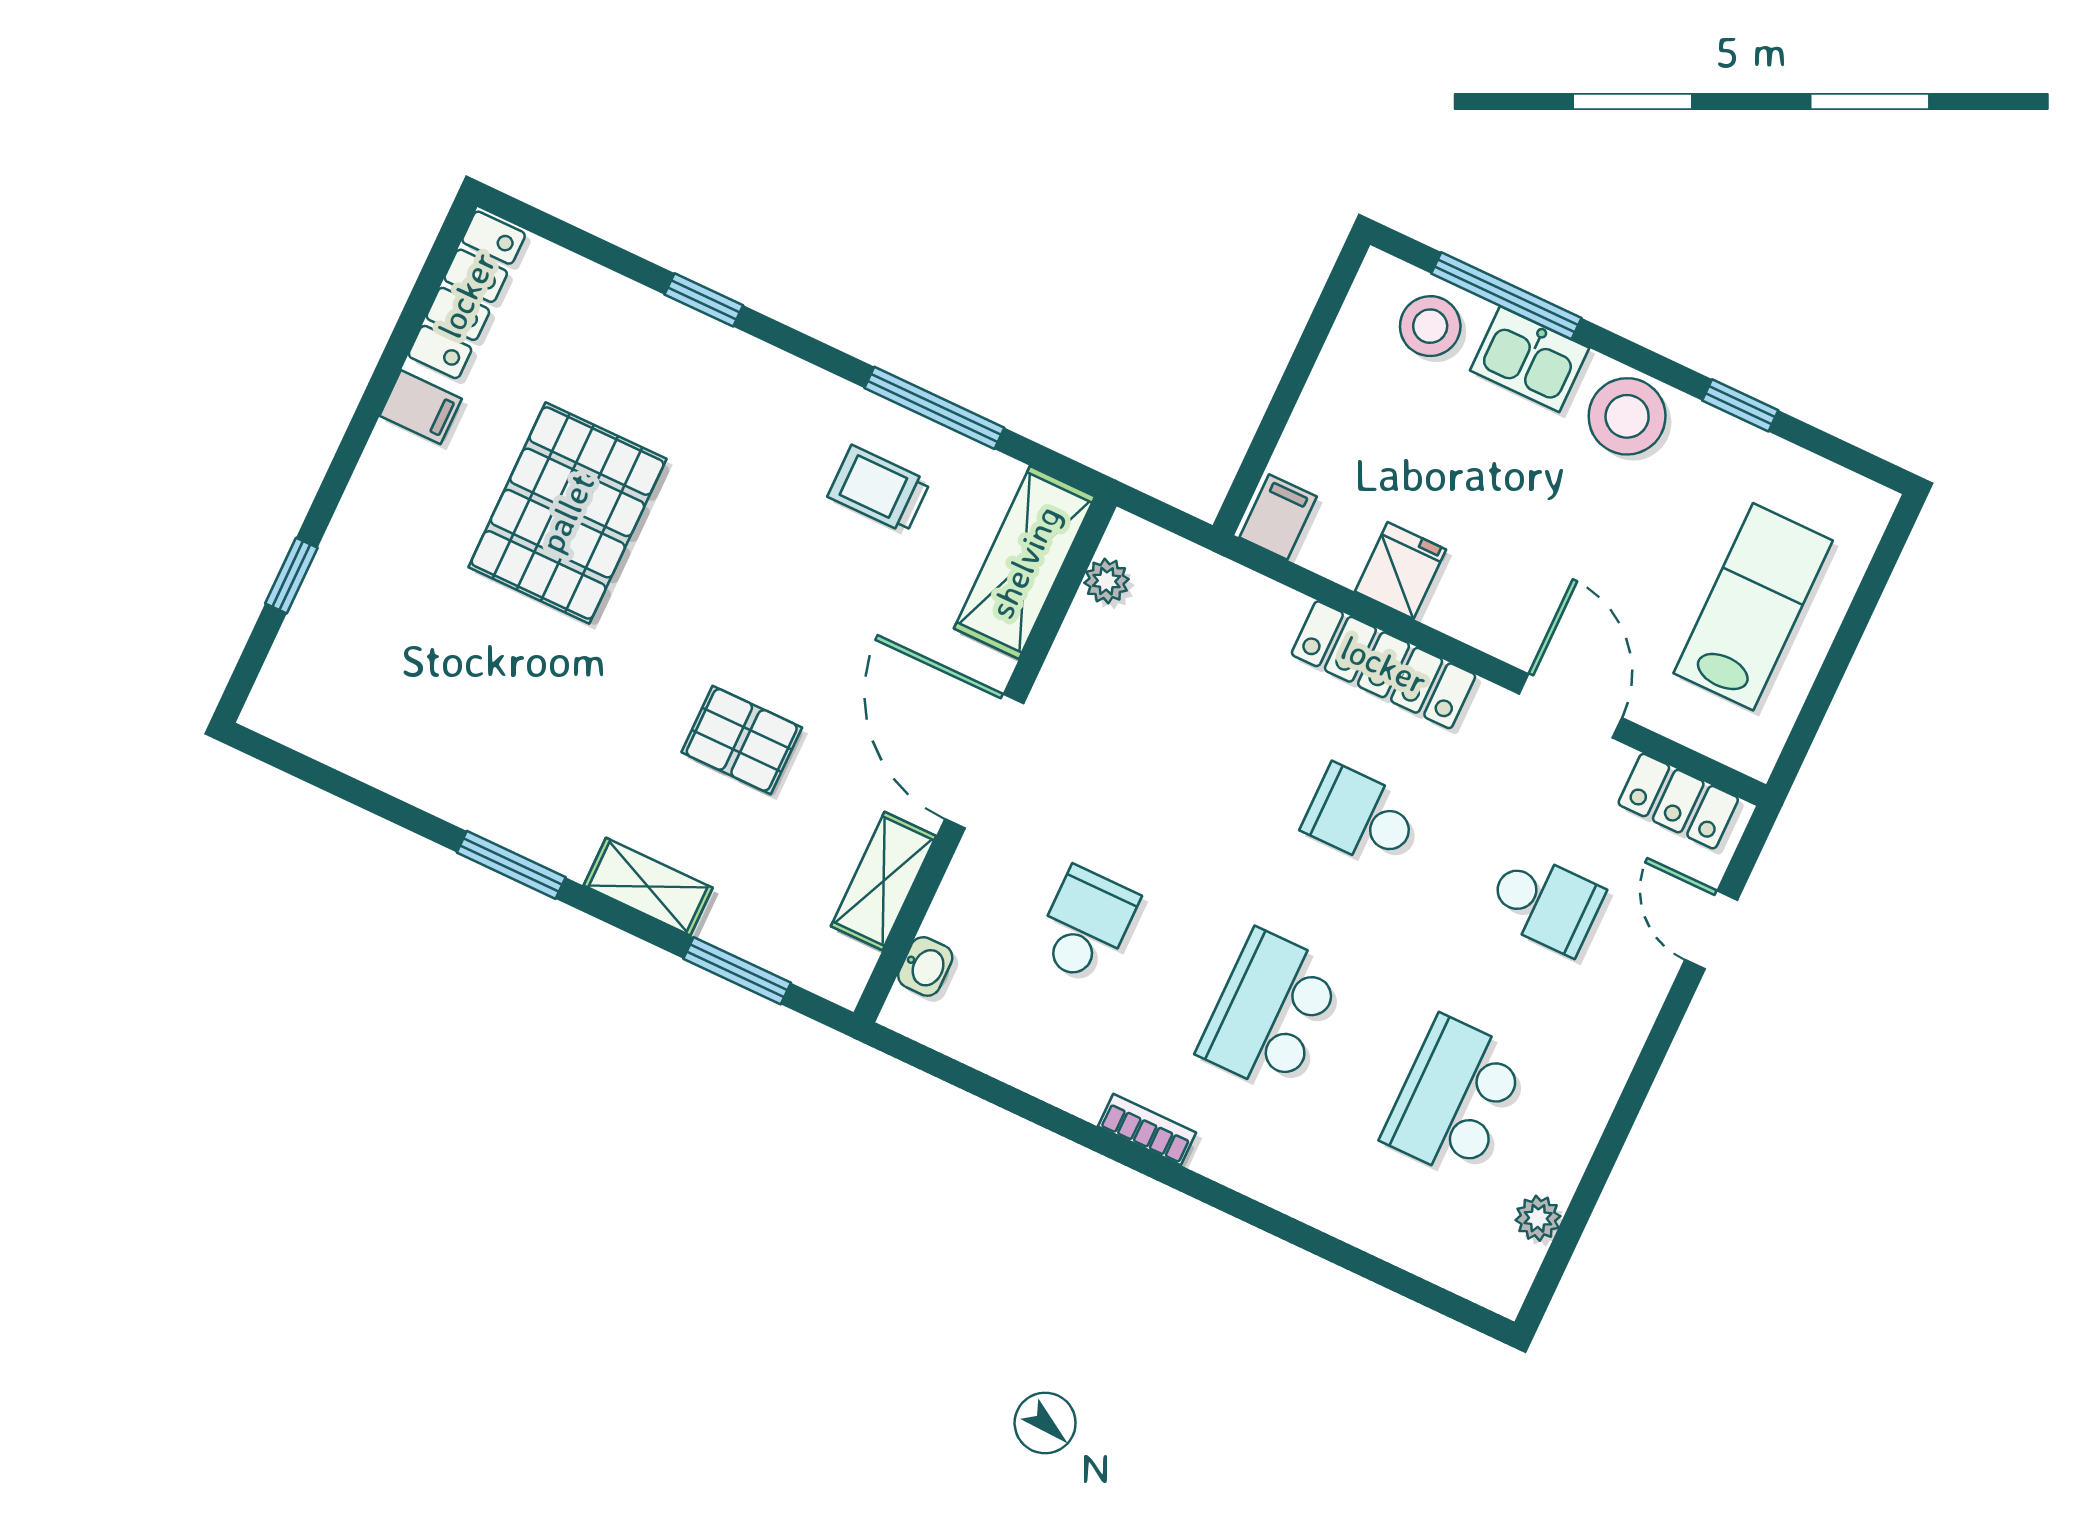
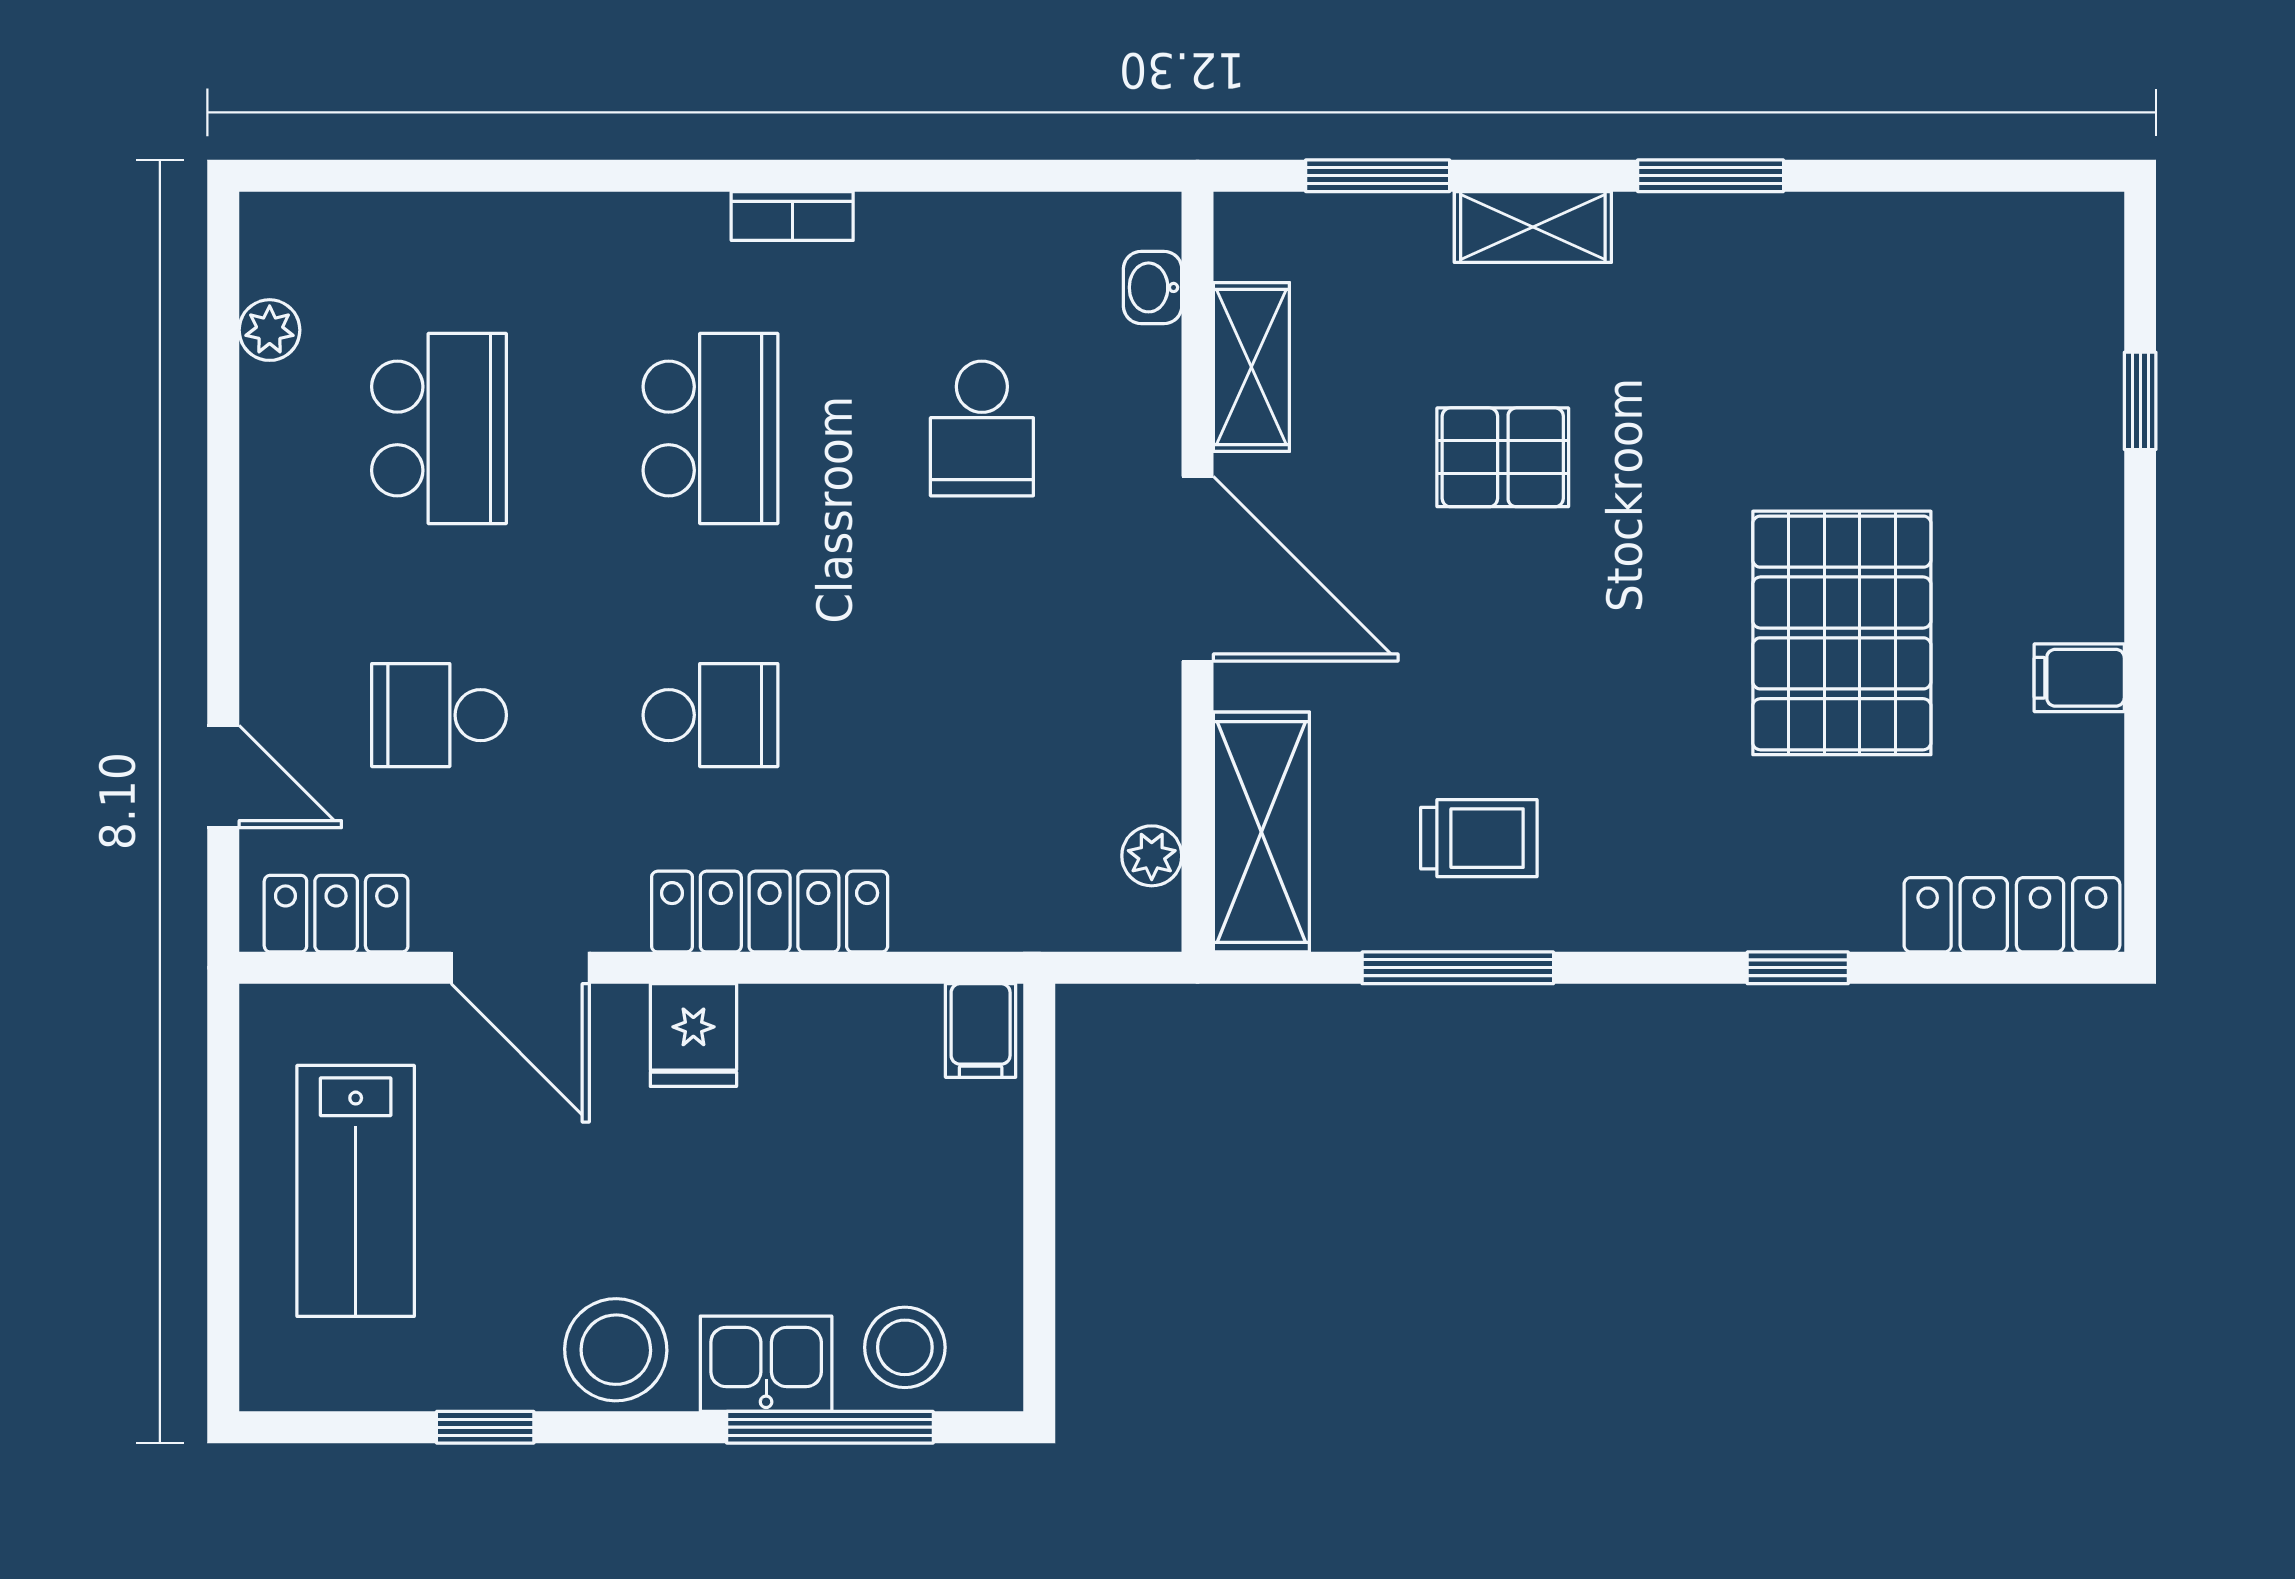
locker: (467, 295) -> (2012, 915), moved, turned 90
fridge: (1400, 571) -> (693, 1035), moved

